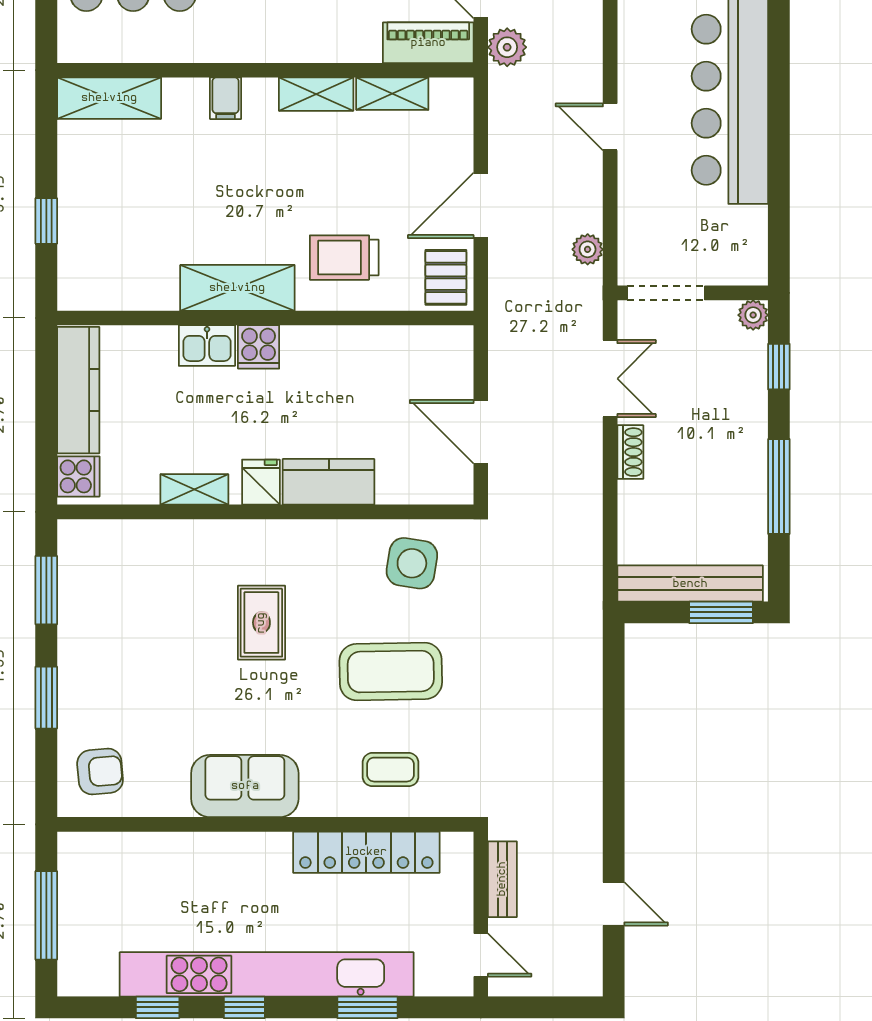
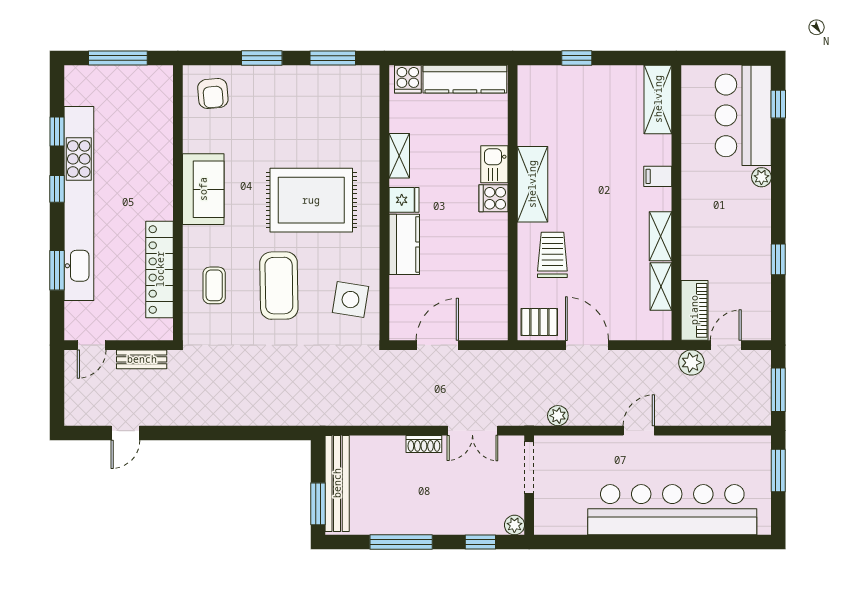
rug: (261, 623) -> (311, 200), width x1.86, depth x2.06

